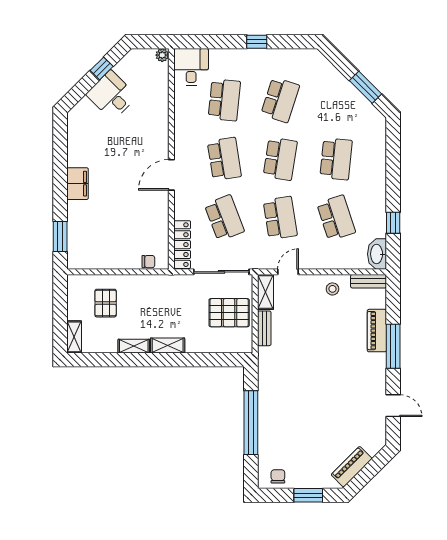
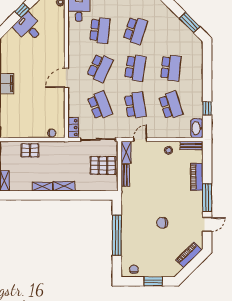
school desk: (224, 159) -> (100, 68), turned 33
locker: (182, 245) -> (73, 128), width x0.66
pallet: (106, 303) -> (30, 150), moved, turned 90
window: (393, 346) -> (207, 198), moved
chair: (323, 403) -> (162, 223), added
door: (393, 406) -> (207, 224), hinge flipped
piano: (352, 467) -> (189, 255), moved

